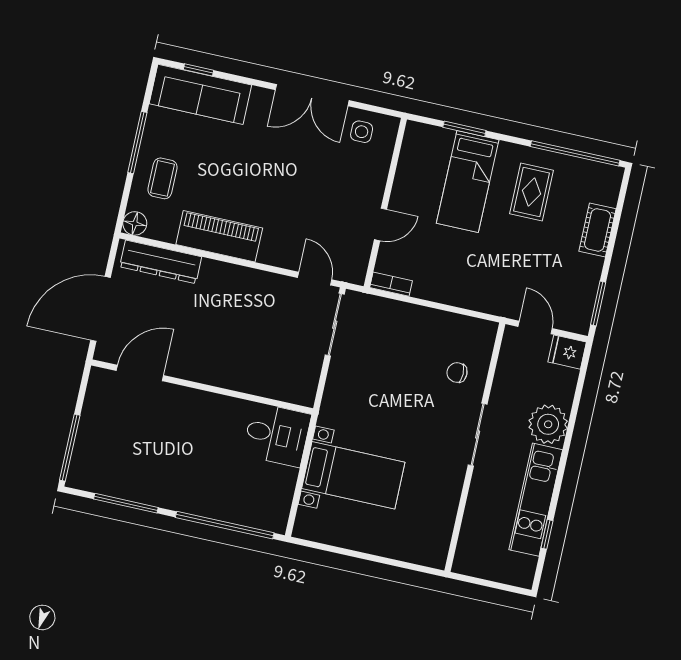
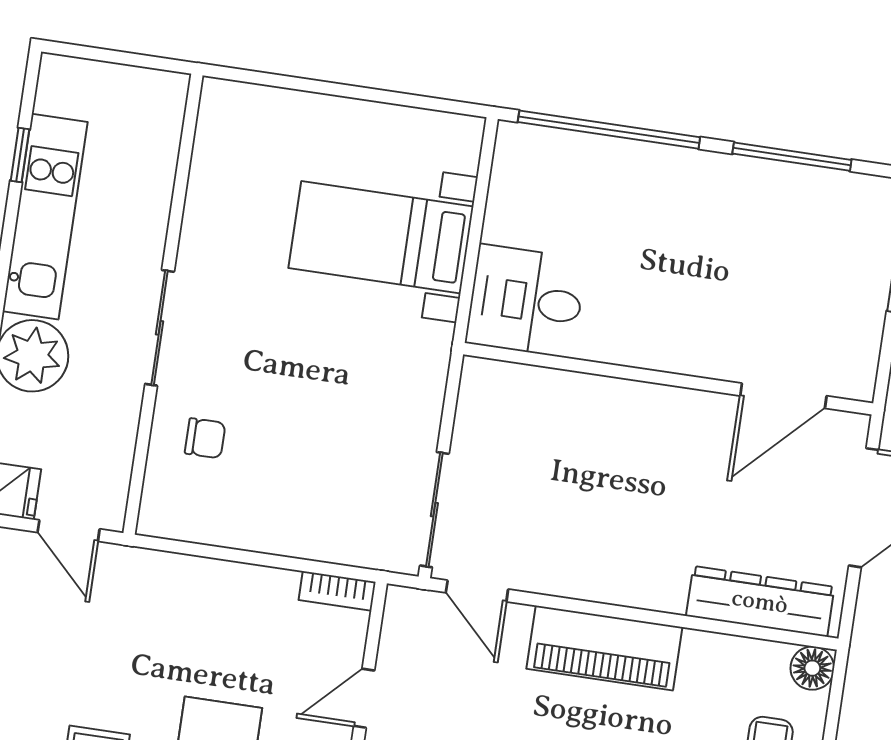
piano: (219, 236) -> (604, 648), moved

